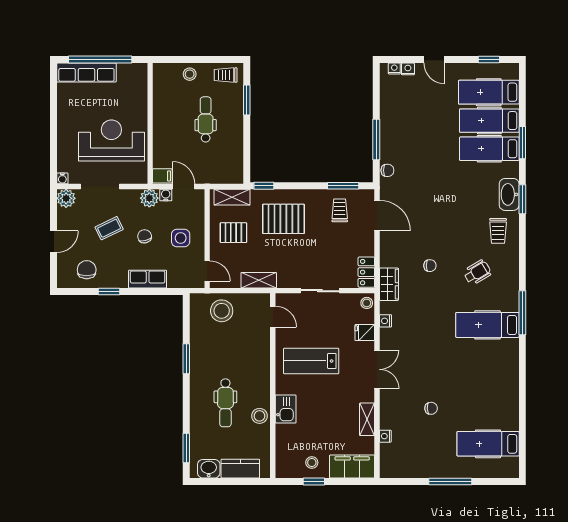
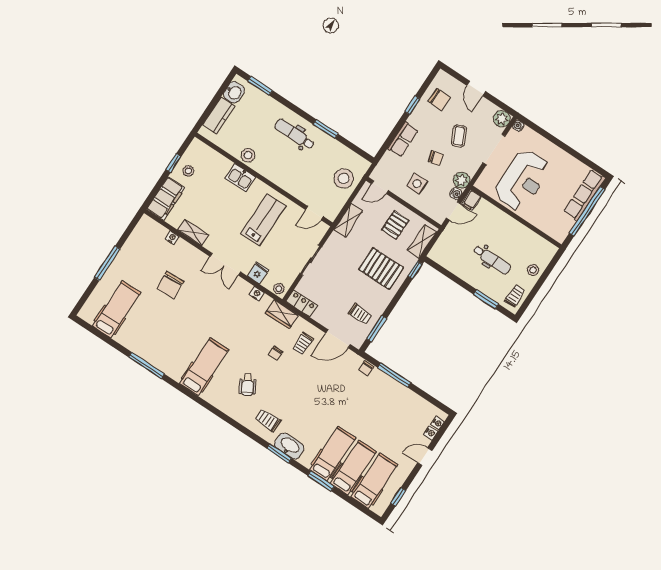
pallet: (283, 219) -> (381, 268), turned 90
trolley: (404, 246) -> (303, 344), added
window: (522, 313) -> (146, 365), moved
dental chair: (225, 403) -> (294, 134), moved
chair: (431, 408) -> (170, 285), width x1.87, depth x1.87

